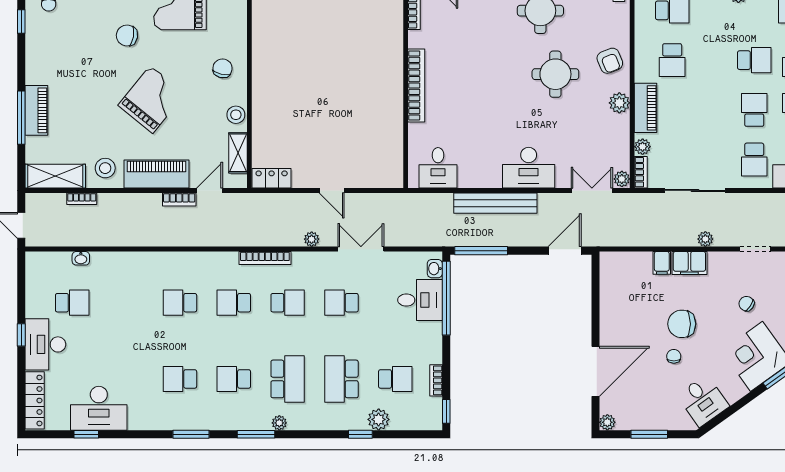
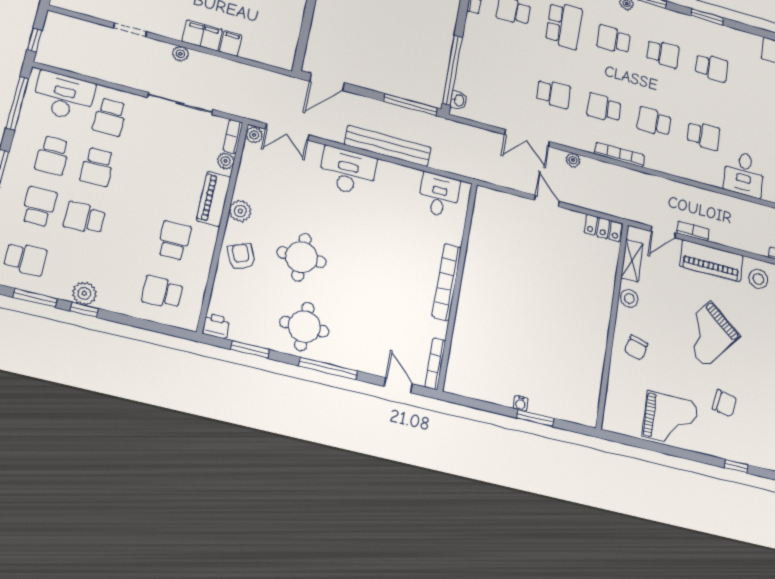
school desk: (754, 160) -> (110, 117), turned 180
desk: (420, 300) -> (744, 174), moved, turned -90
school desk: (234, 303) -> (654, 122), turned 180
school desk: (288, 379) -> (614, 40), width x0.54

